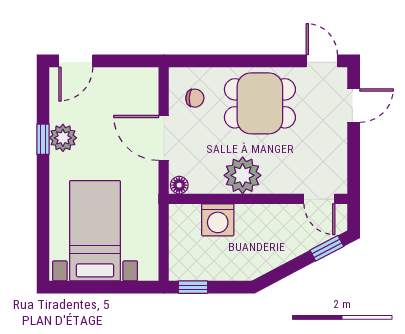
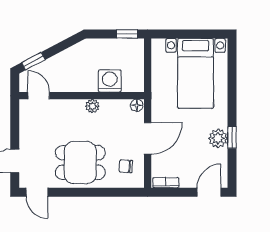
bookcase: (138, 75) -> (166, 183), added
door: (164, 138) -> (148, 138), hinge flipped
plant: (243, 175) -> (92, 106), width x0.53, depth x0.53

